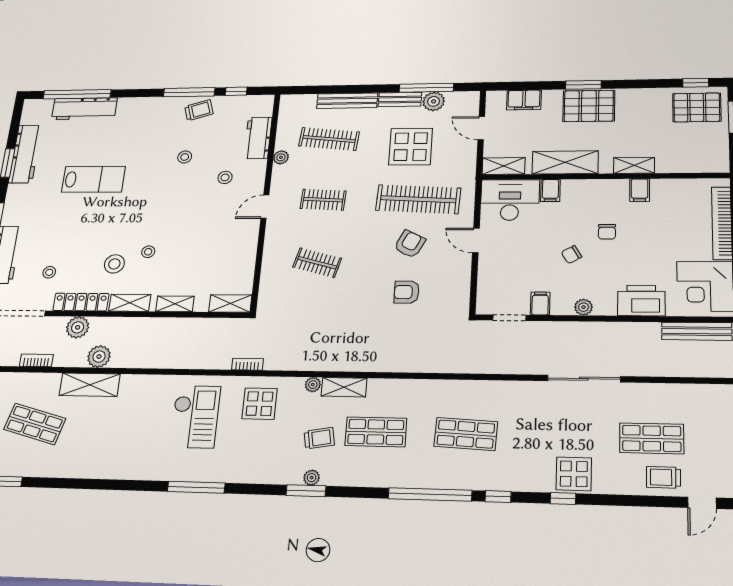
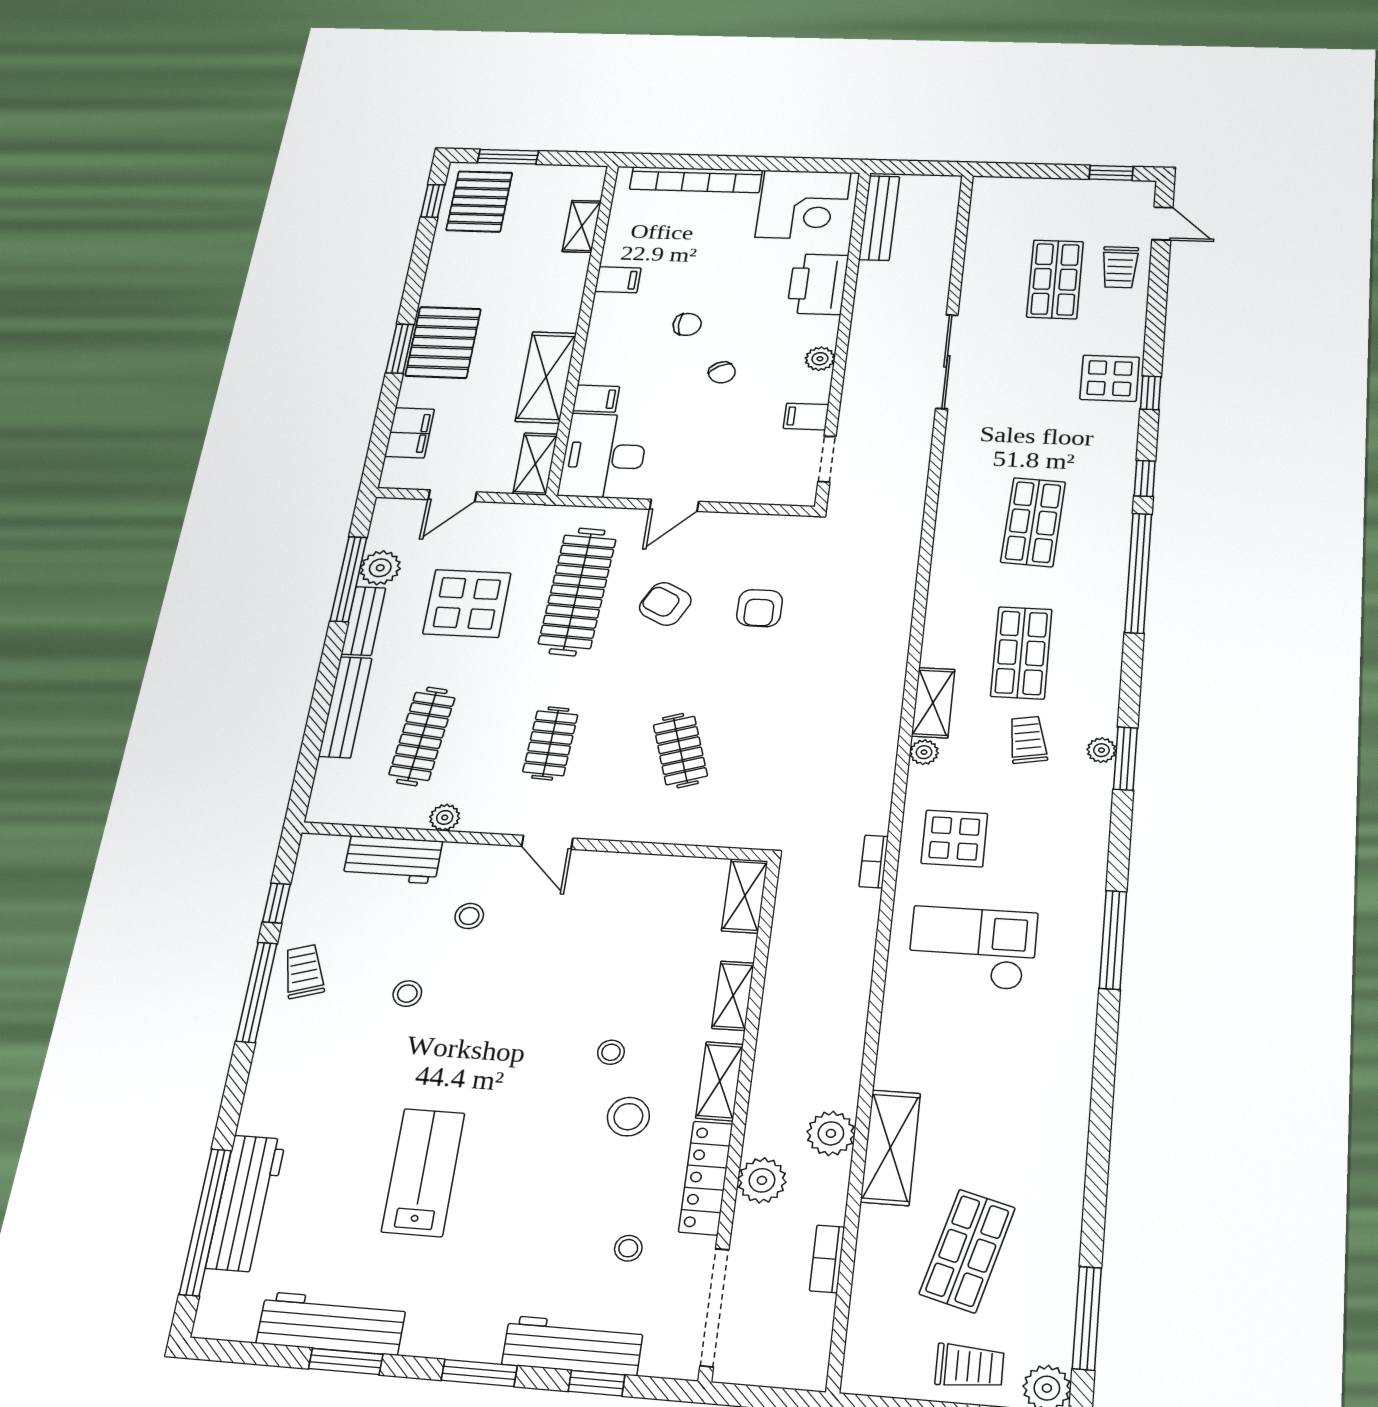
shelving: (634, 165) -> (582, 226), moved
clothes rail: (317, 263) -> (680, 750), turned -33

